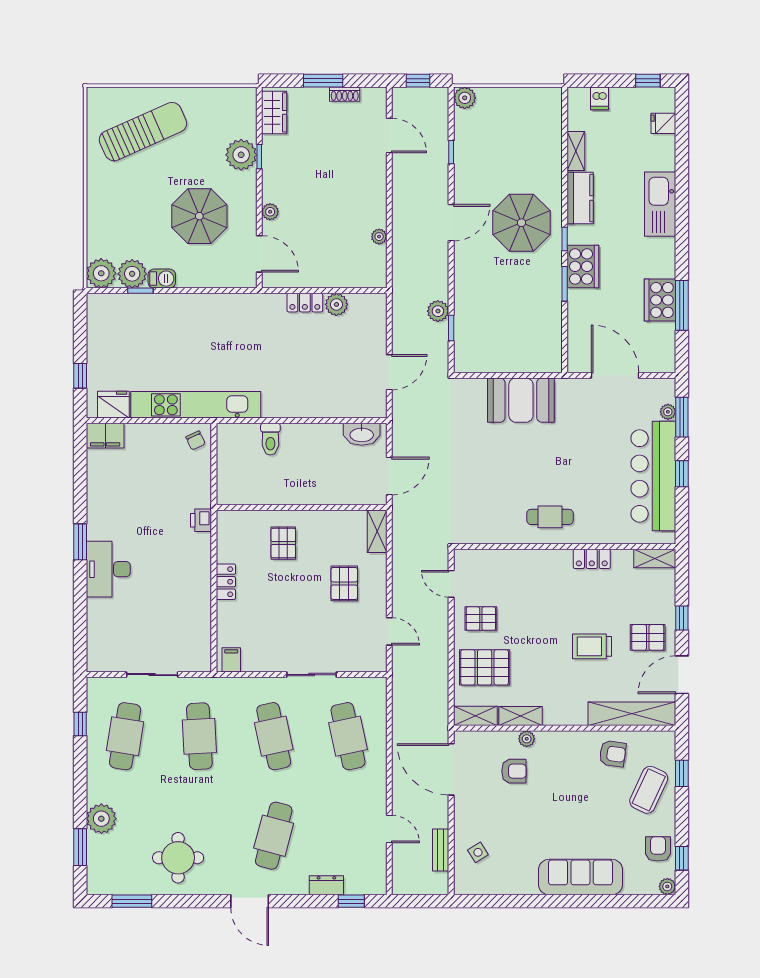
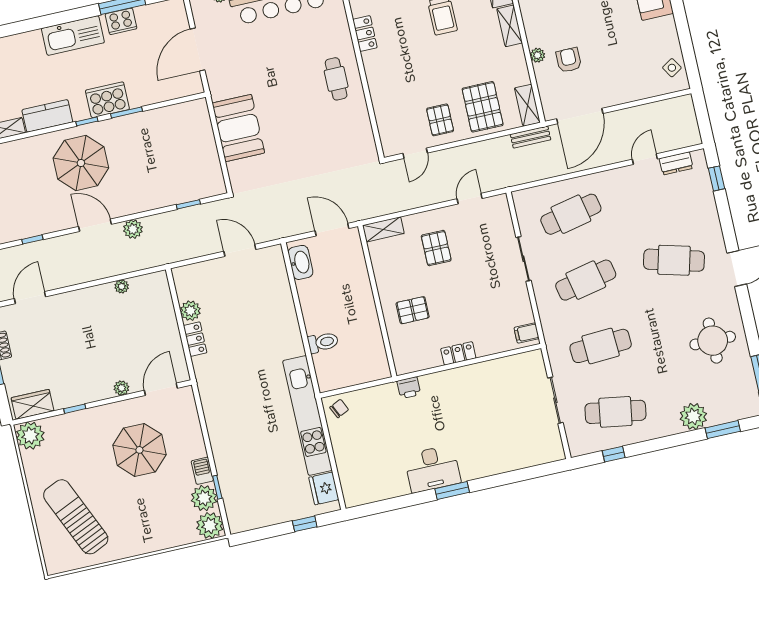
plant: (241, 155) -> (30, 436), moved
kitchen sink: (660, 204) -> (73, 36), moved
cooker: (660, 300) -> (121, 21), width x0.73, depth x0.76
plant: (438, 311) -> (133, 229), moved
filing cabinet: (105, 436) -> (353, 490), removed
desk: (108, 569) -> (432, 469), moved
pallet: (344, 583) -> (436, 248), turned 90
shelving: (520, 716) -> (510, 26), moved
bench: (441, 850) -> (531, 137), moved
side table: (478, 852) -> (672, 68), moved
dresser: (326, 885) -> (676, 163), moved, turned -90

